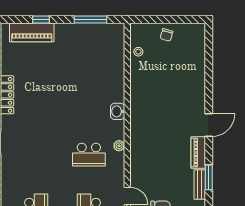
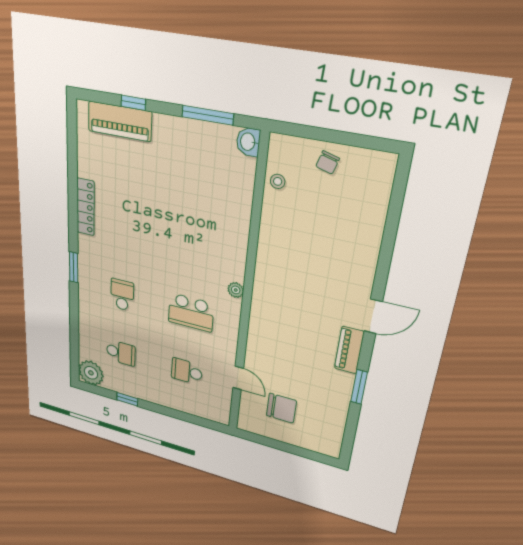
washbasin: (118, 111) -> (248, 142), moved
plant: (119, 146) -> (236, 290), moved
school desk: (36, 155) -> (122, 295), added
bench: (200, 184) -> (344, 392), removed

